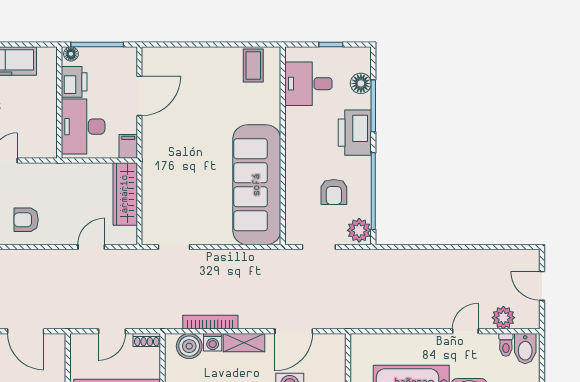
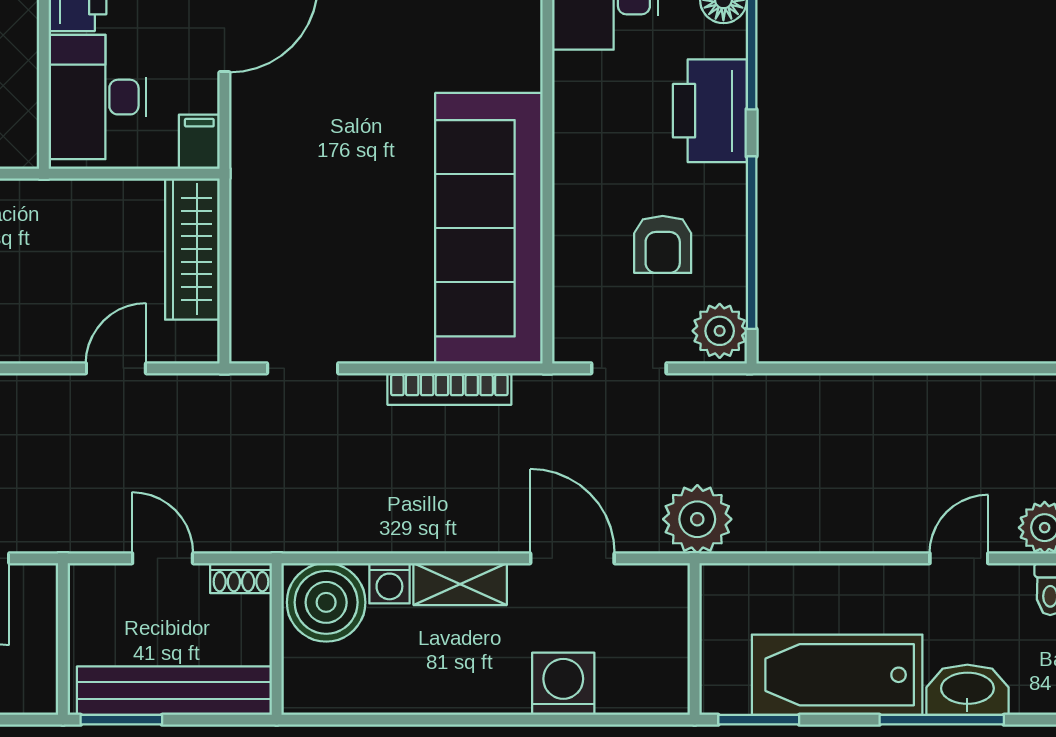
plant: (349, 314) -> (697, 519), added
bookcase: (210, 322) -> (449, 389), moved, turned 180
door: (112, 331) -> (163, 558), swing flipped
door: (294, 331) -> (572, 558), swing flipped
boiler: (189, 346) -> (326, 602), width x1.37, depth x1.37

